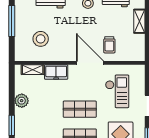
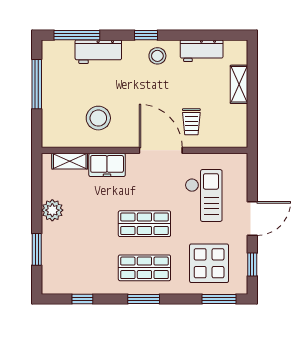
stool: (41, 39) -> (98, 118), moved

